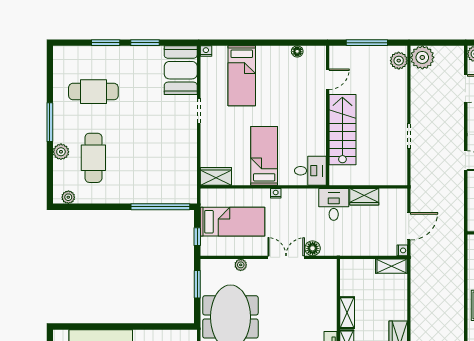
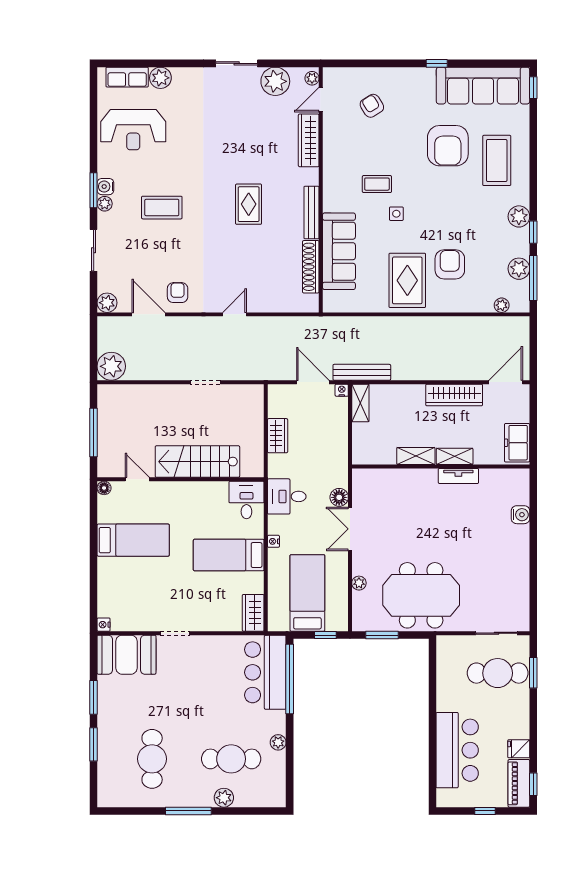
floor lamp: (297, 51) -> (104, 488), moved
plant: (399, 61) -> (115, 394), removed
bed: (242, 76) -> (133, 540), moved
bar counter: (166, 186) -> (265, 672), added
plant: (68, 197) -> (278, 742), moved
desk: (334, 204) -> (287, 496), moved
bench: (417, 267) -> (362, 372), added

